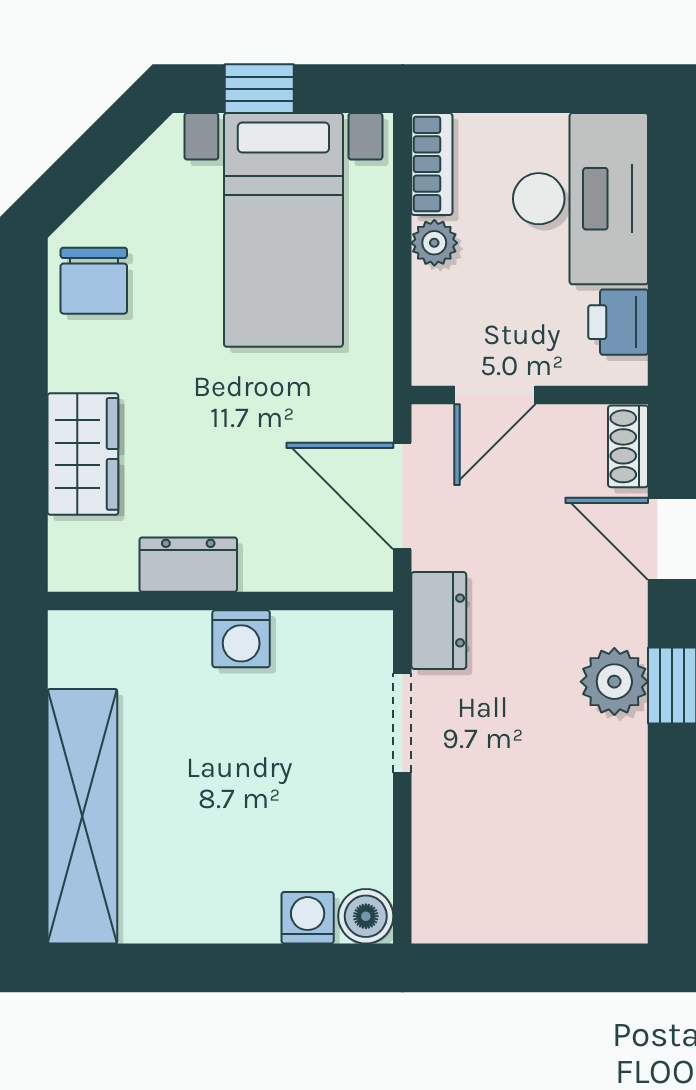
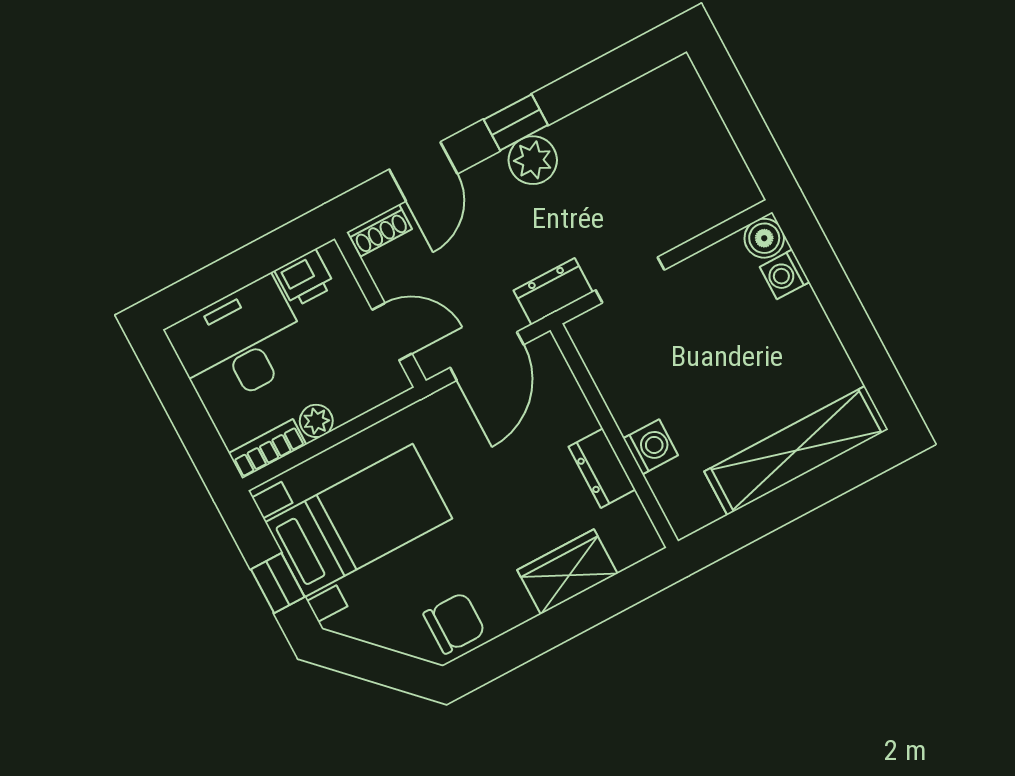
washing machine: (241, 639) -> (651, 447), moved

